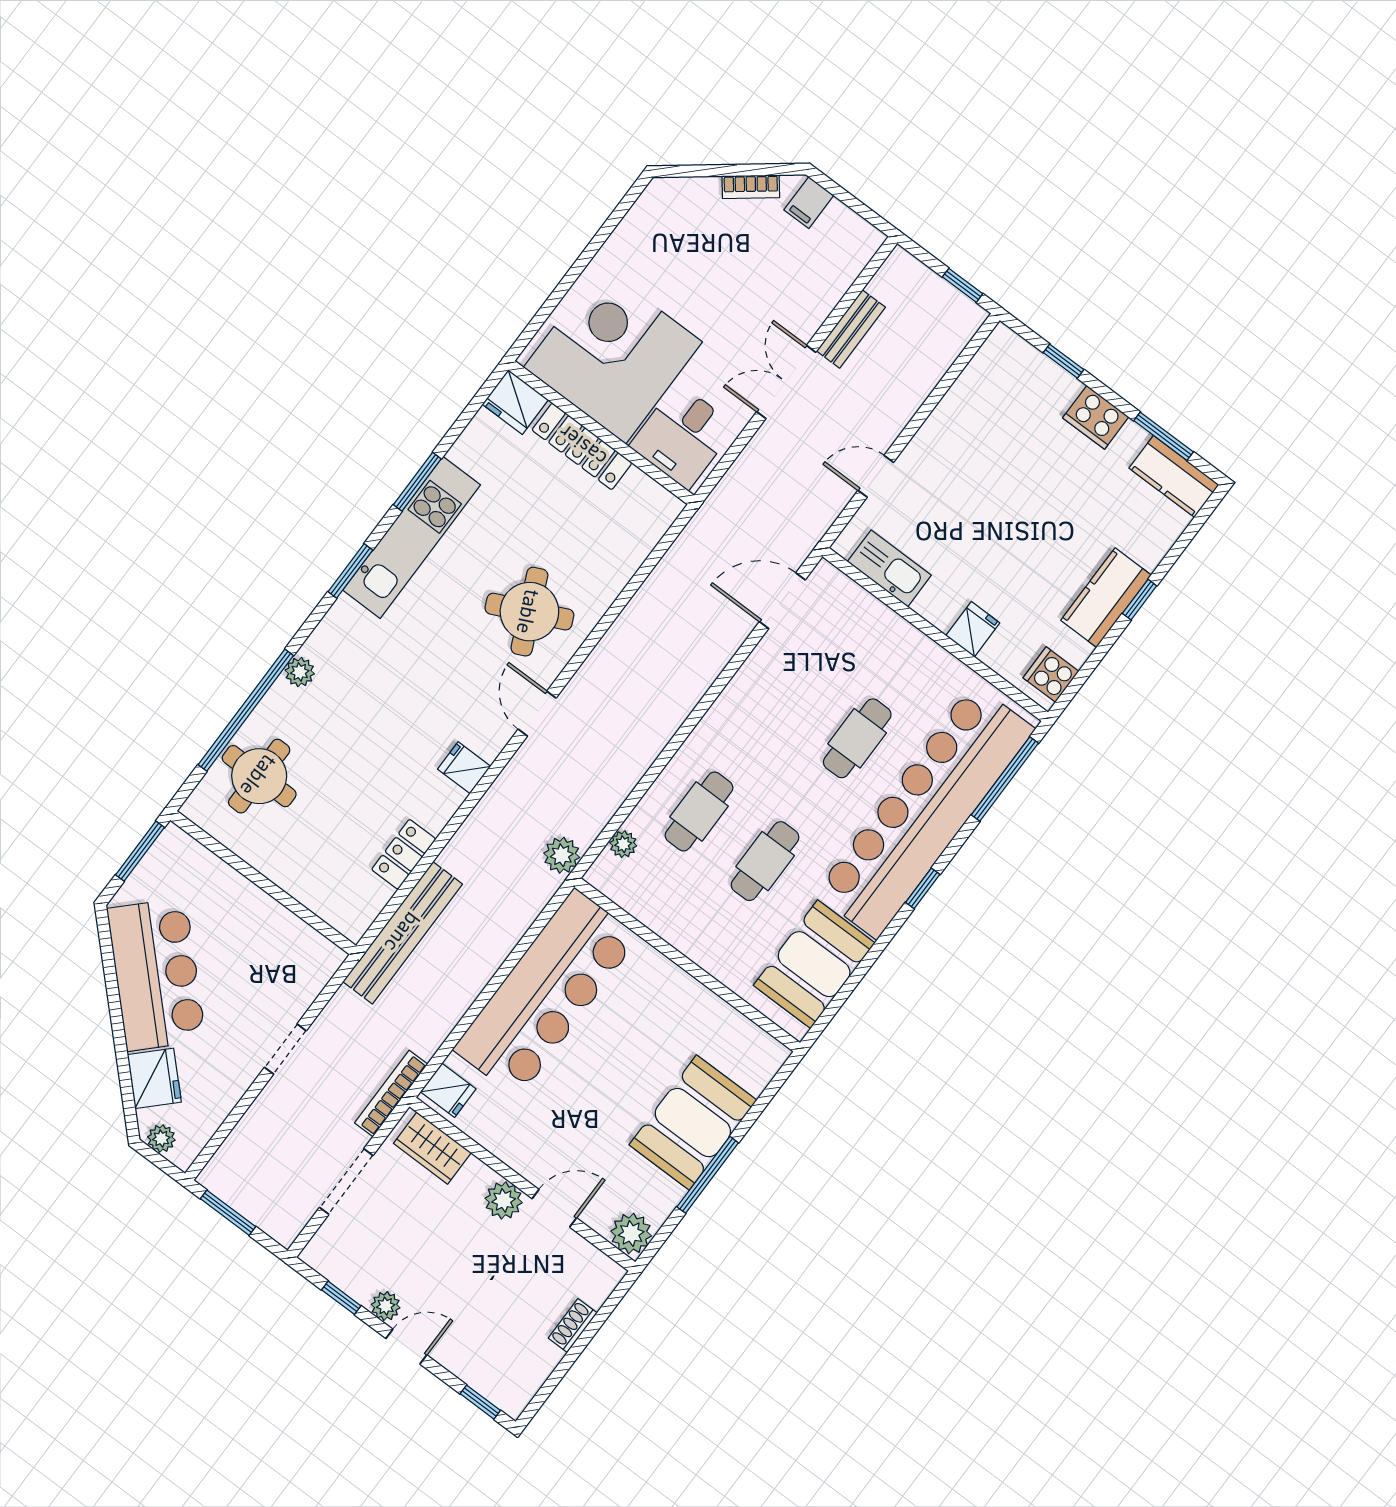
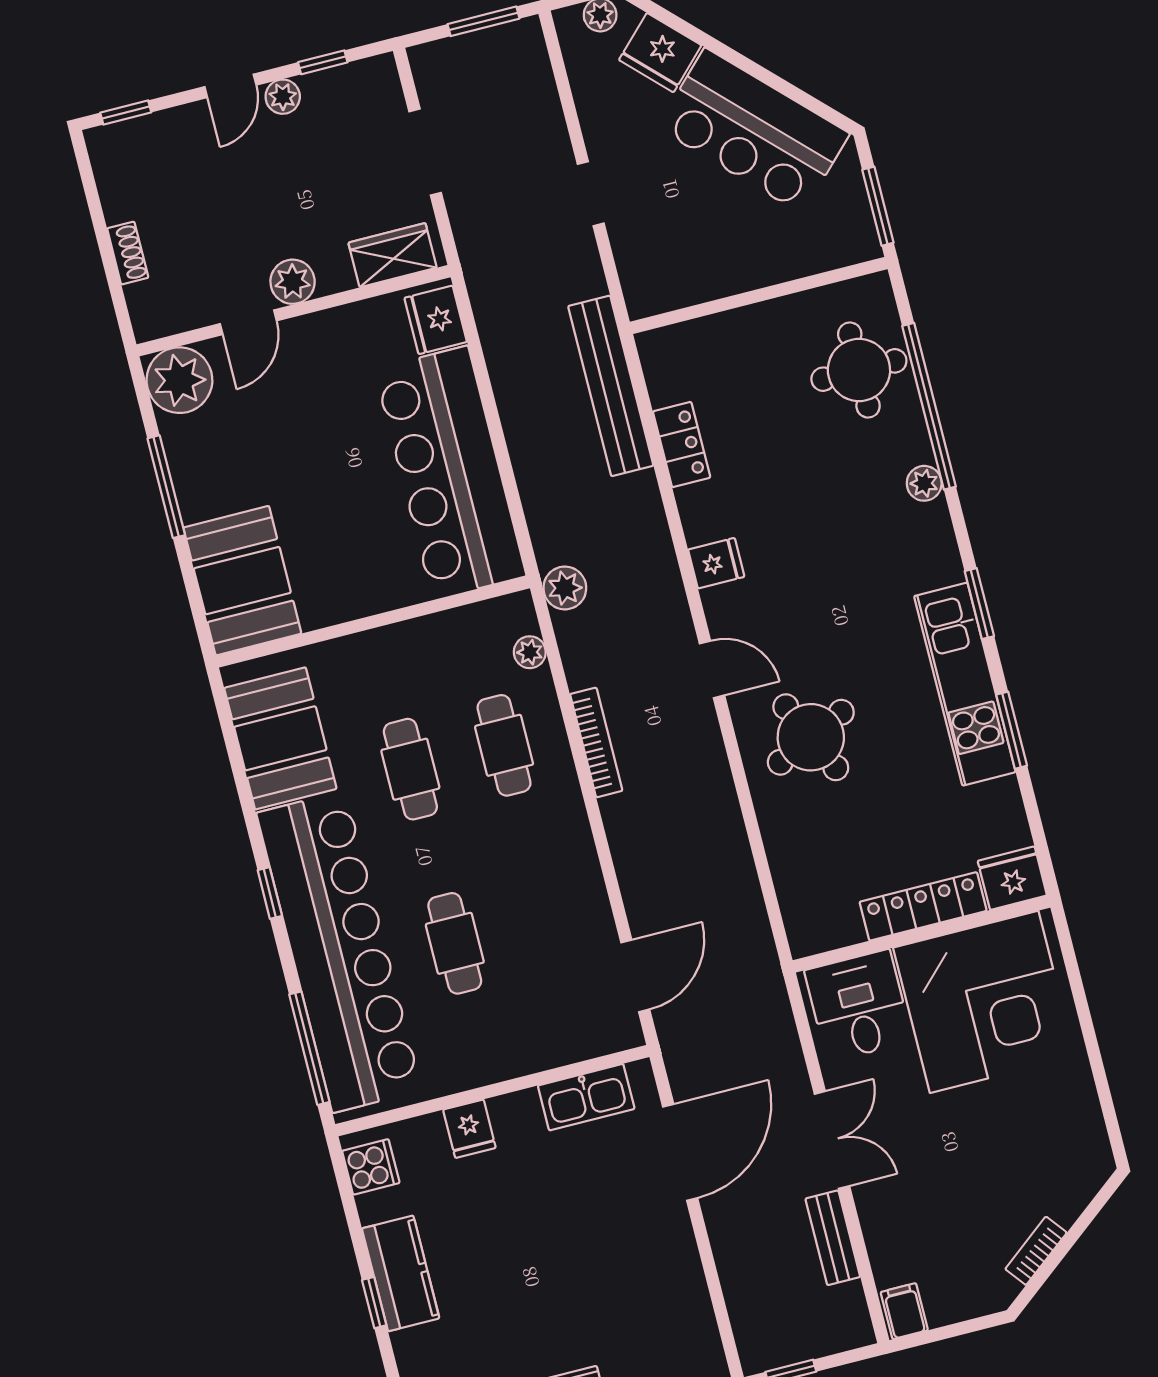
filing cabinet: (809, 203) -> (904, 1311), moved
door: (876, 476) -> (680, 1152), width x1.88
fridge: (448, 1090) -> (436, 320), width x1.38
bookcase: (391, 1094) -> (596, 742), moved
booth: (693, 1123) -> (242, 581), moved
plant: (631, 1234) -> (179, 380), width x1.36, depth x1.36

